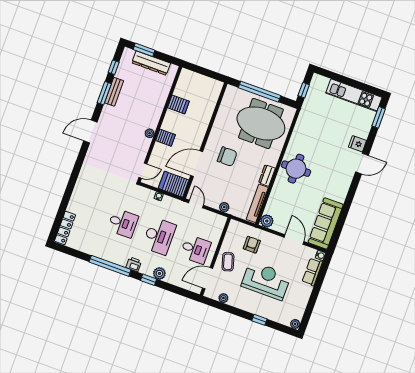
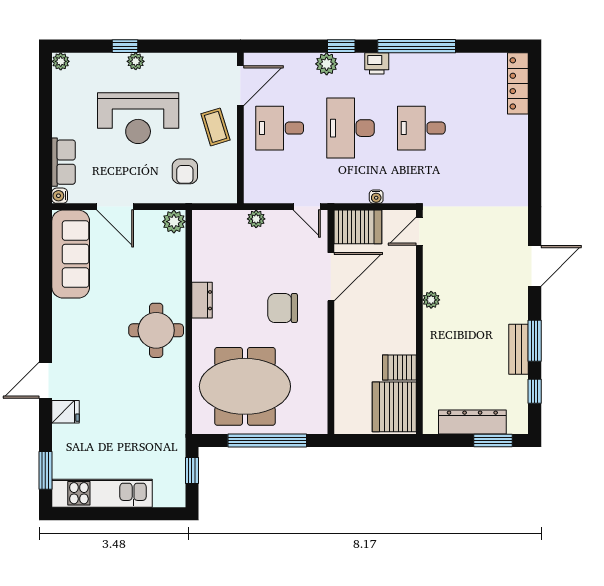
server rack: (166, 138) -> (394, 407), moved, width x2.18, depth x1.44
tv unit: (257, 203) -> (201, 246), removed
plant: (223, 298) -> (136, 61), moved

